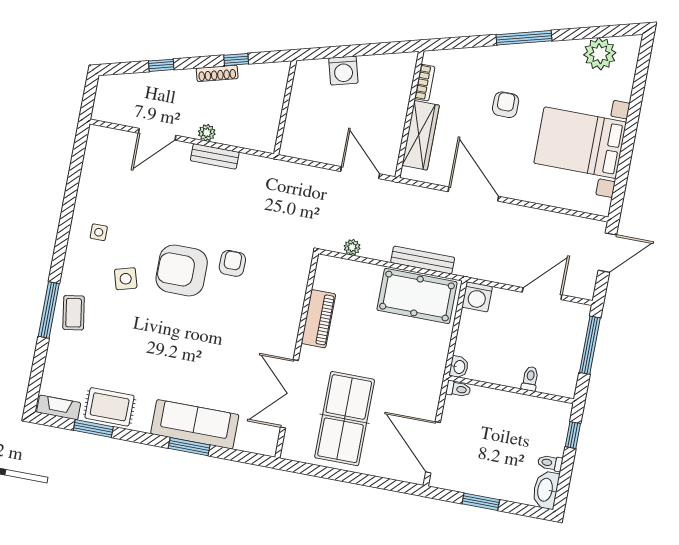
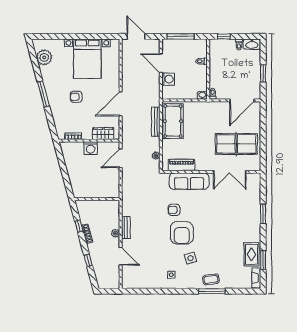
washing machine: (343, 71) -> (91, 148), moved, turned 105
wardrobe: (421, 135) -> (103, 134), width x0.67
washing machine: (477, 297) -> (168, 79), moved
piano: (318, 319) -> (182, 165), moved
sofa: (195, 424) -> (189, 181), moved, turned -90

